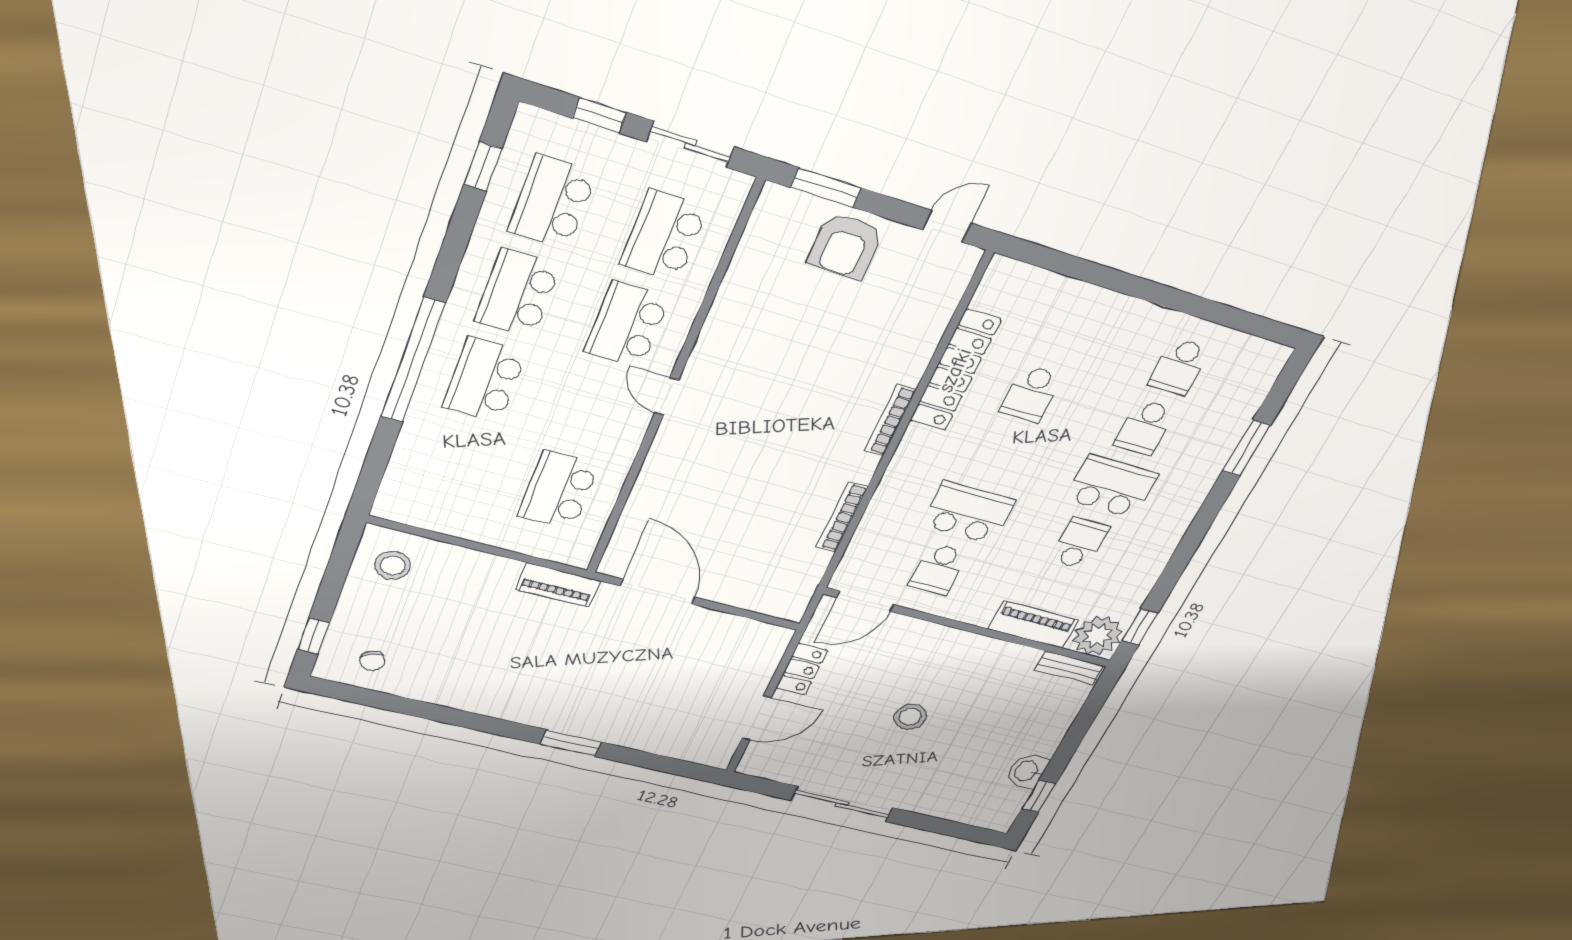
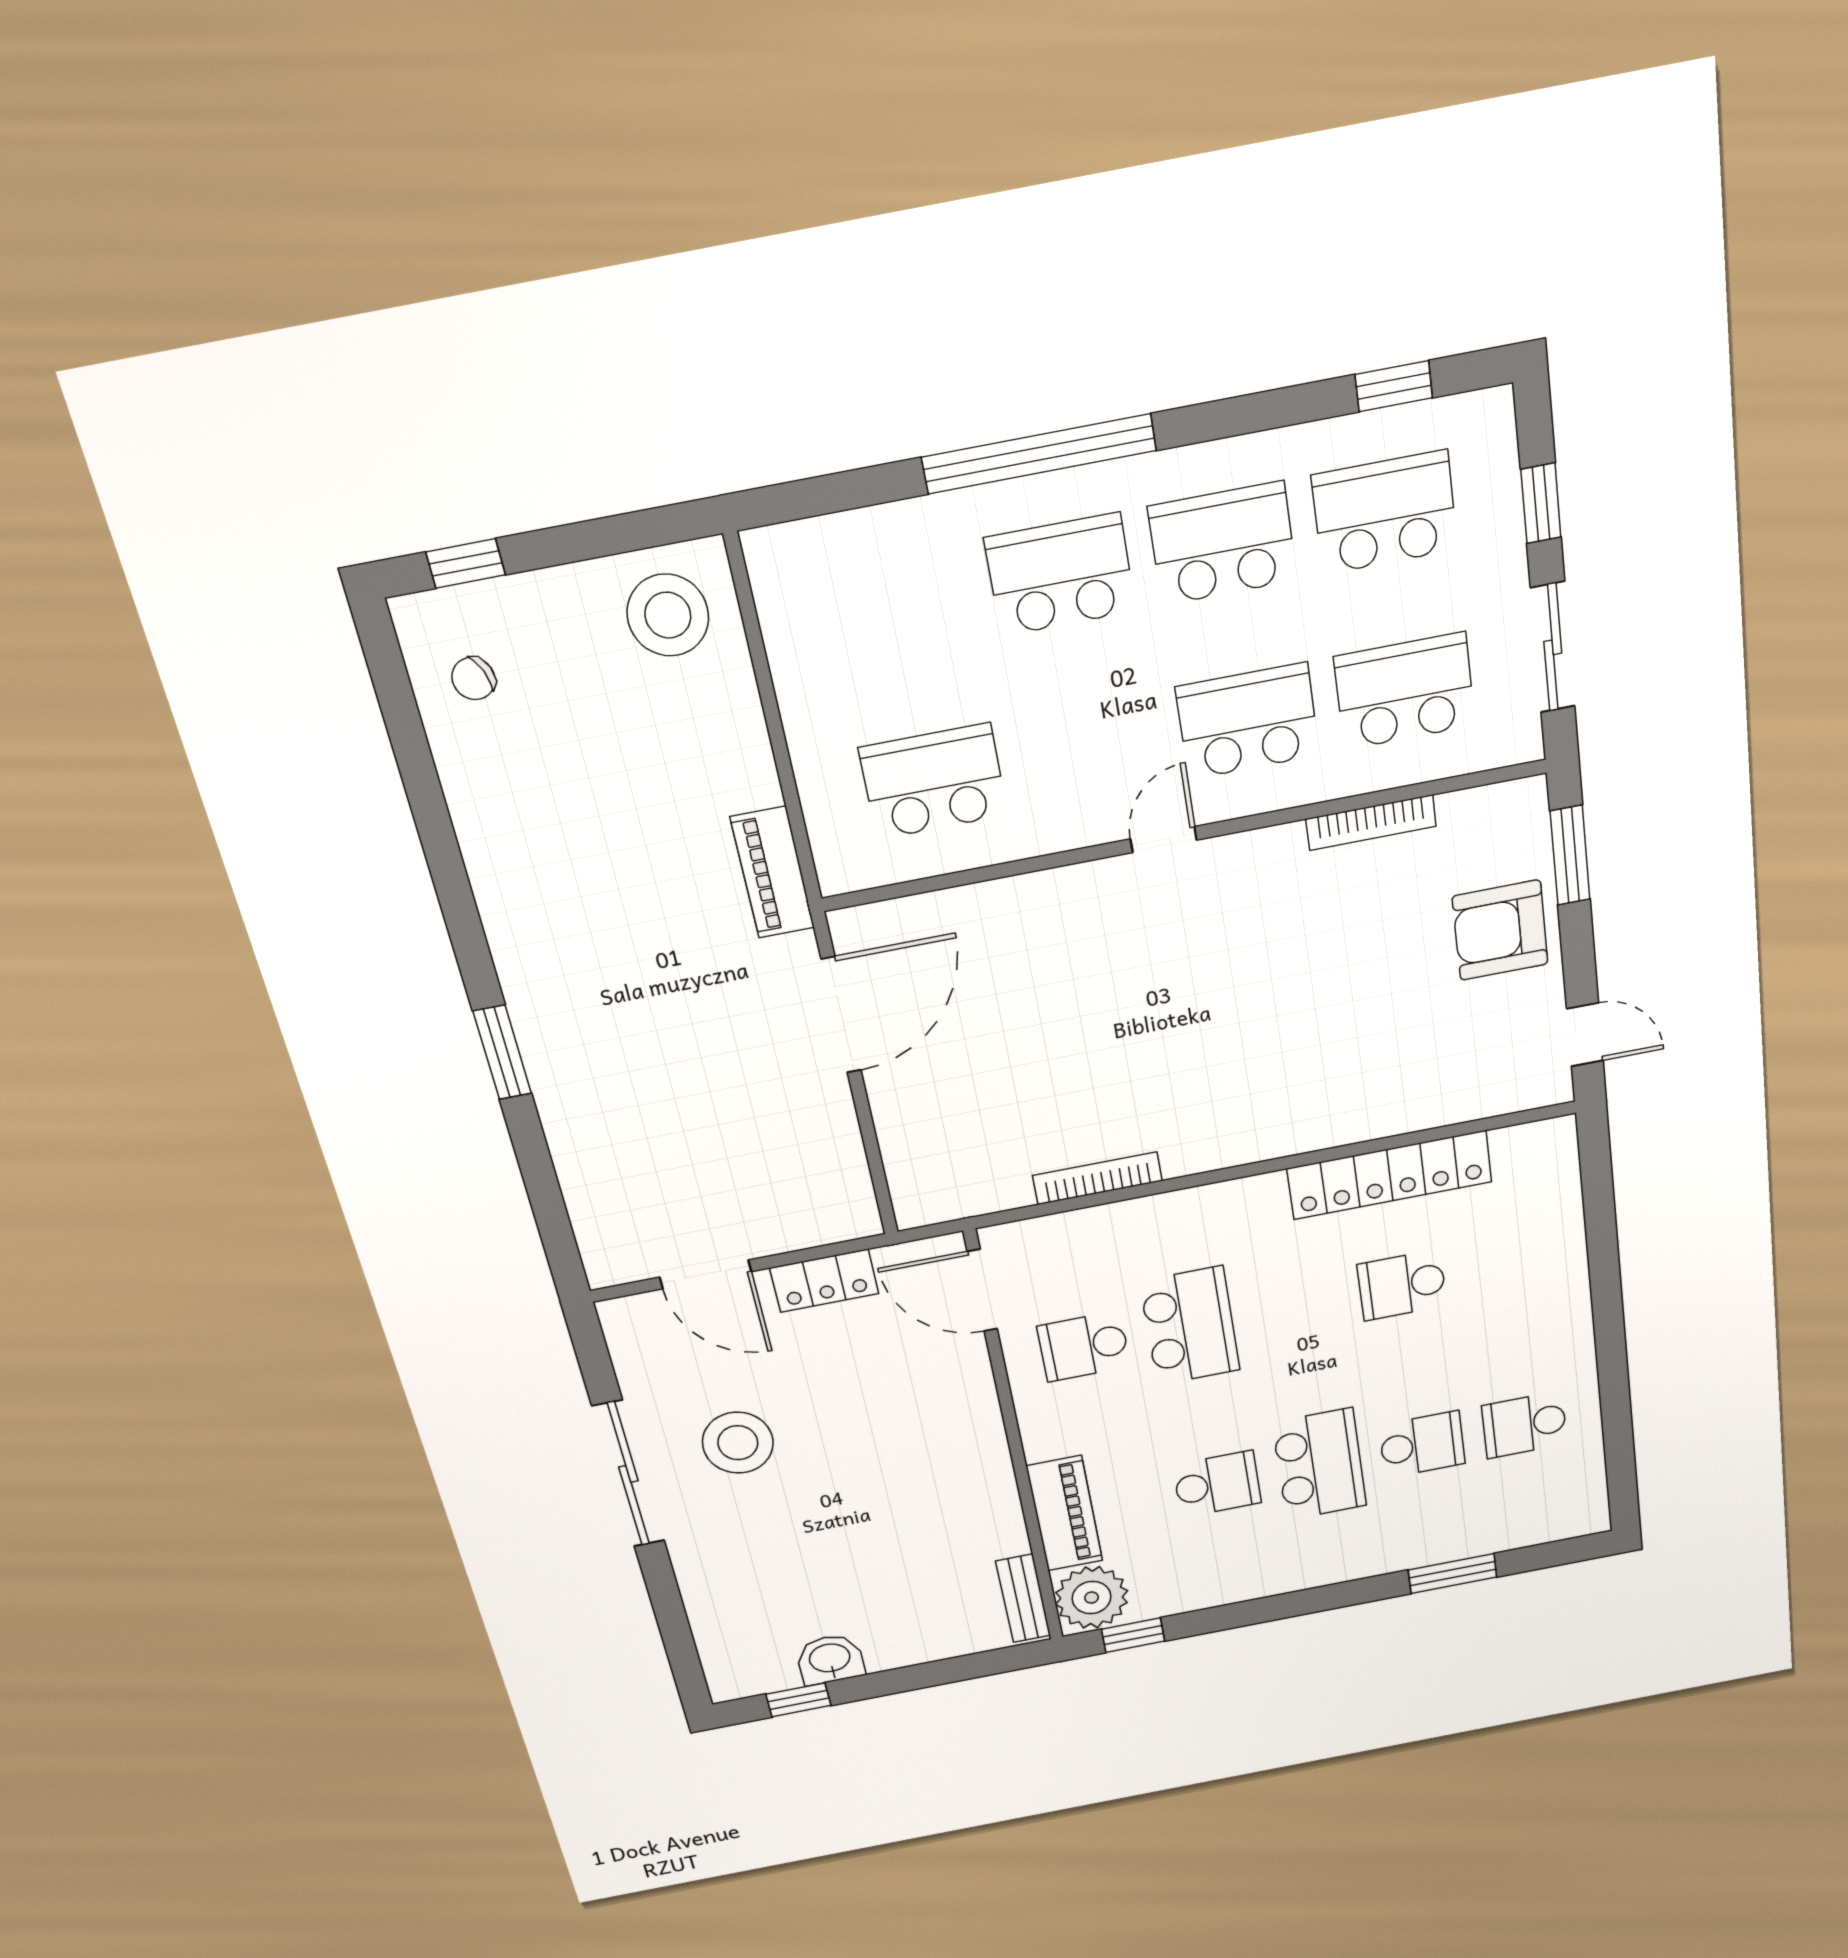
bookcase: (890, 420) -> (1371, 823), moved, turned 180
school desk: (1145, 427) -> (1422, 1444), turned 180
stool: (393, 566) -> (668, 615), width x1.38, depth x1.38
stool: (910, 717) -> (738, 1443), moved, width x1.38, depth x1.38

